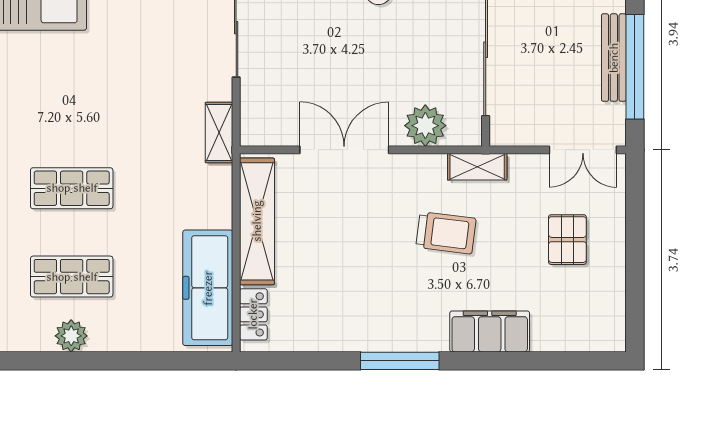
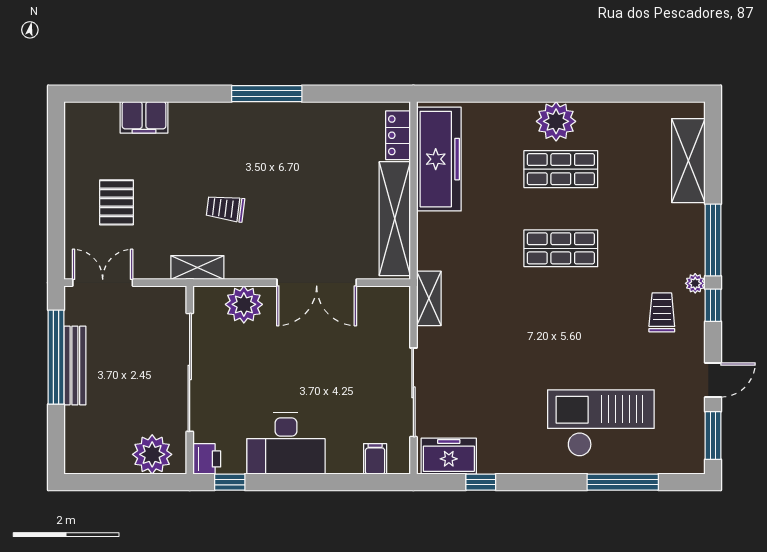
trolley: (446, 233) -> (225, 208), width x0.73, depth x0.72
filing cabinet: (490, 331) -> (144, 117), moved, width x0.67, depth x0.86
plant: (71, 336) -> (556, 121), width x1.36, depth x1.36

